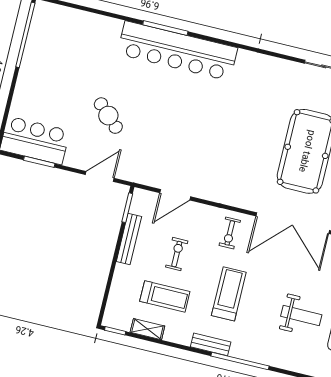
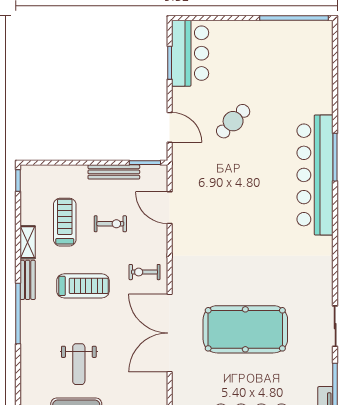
treadmill: (165, 296) -> (65, 222), turned 180
shelving: (147, 329) -> (28, 242), moved

